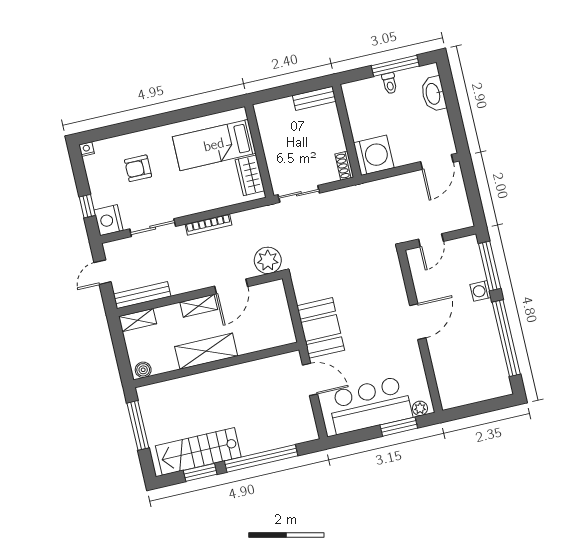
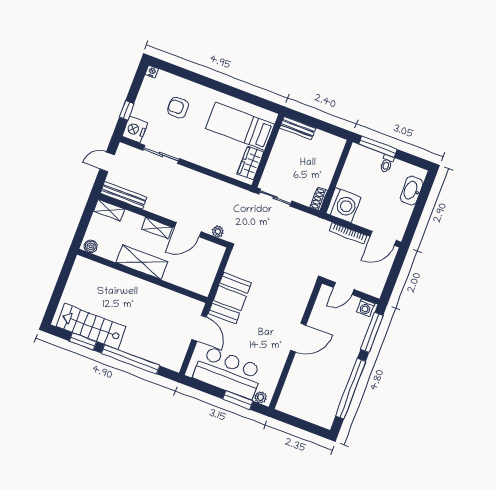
window: (395, 66) -> (378, 147), moved
bench: (314, 98) -> (298, 128), moved
bookcase: (208, 225) -> (348, 233), moved
plant: (268, 260) -> (218, 231), width x0.53, depth x0.53
washing machine: (481, 291) -> (366, 308), moved, turned -90
window: (138, 425) -> (62, 282), removed

